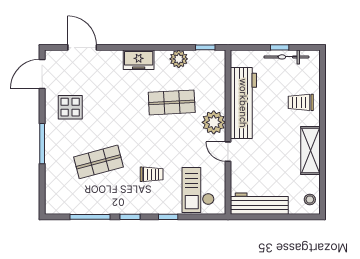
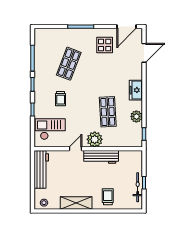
door: (42, 74) -> (126, 27), swing flipped
workbench: (243, 103) -> (101, 157), width x0.73, depth x0.76
shop shelf: (98, 162) -> (69, 64), turned 36

